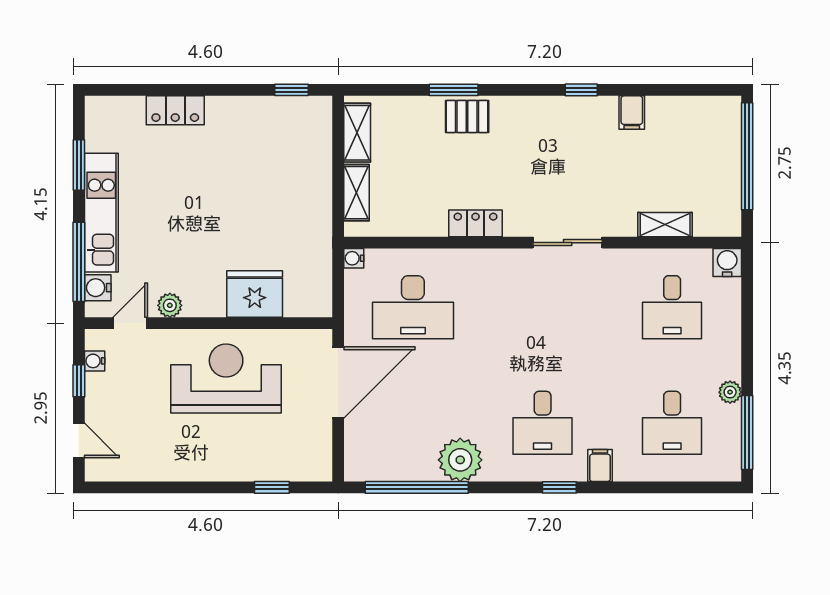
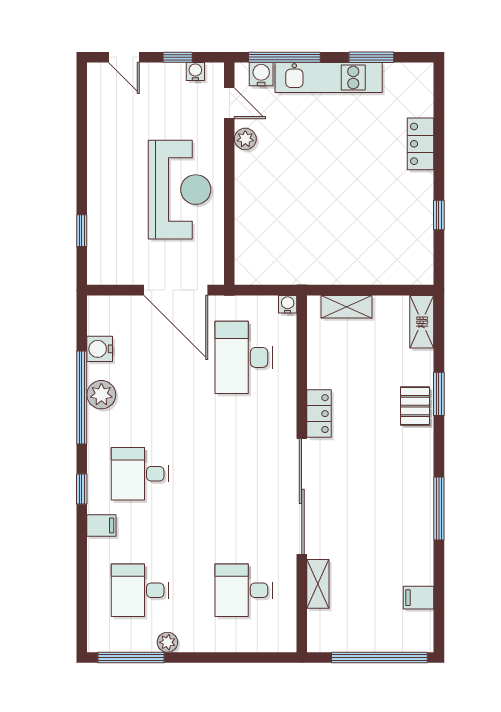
window: (292, 90) -> (439, 215), moved
window: (581, 90) -> (439, 509), width x2.17
filing cabinet: (632, 113) -> (419, 598), moved
shelving: (357, 133) -> (422, 322), moved, turned 90
sliding door: (568, 243) -> (302, 496), width x1.86
water cooler: (727, 262) -> (100, 349), moved, turned 180
fridge: (255, 294) -> (256, 215), removed
door: (79, 441) -> (124, 57), hinge flipped
plant: (460, 460) -> (101, 395), width x0.73, depth x0.73
window: (417, 487) -> (82, 397), moved

